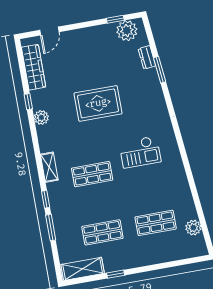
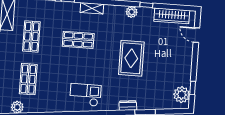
dresser: (147, 57) -> (128, 106), moved
checkout: (140, 152) -> (85, 95), moved, turned 90
shop shelf: (92, 174) -> (78, 40), turned 90

